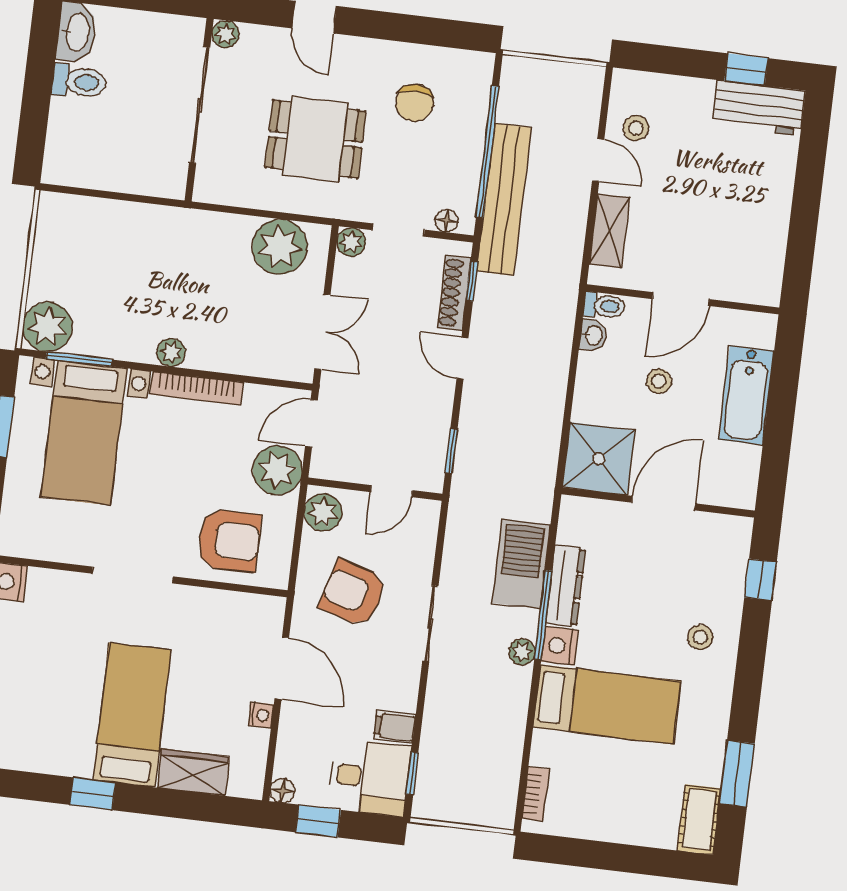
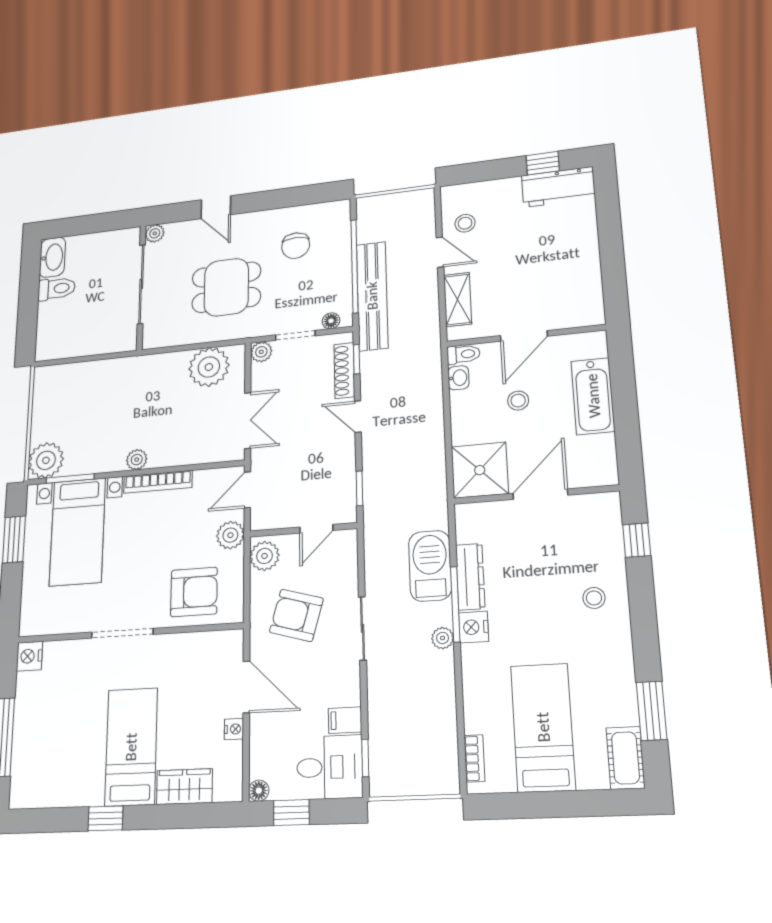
plant: (277, 470) -> (230, 535), width x0.73, depth x0.73
bed: (607, 704) -> (543, 727), moved, turned -90

